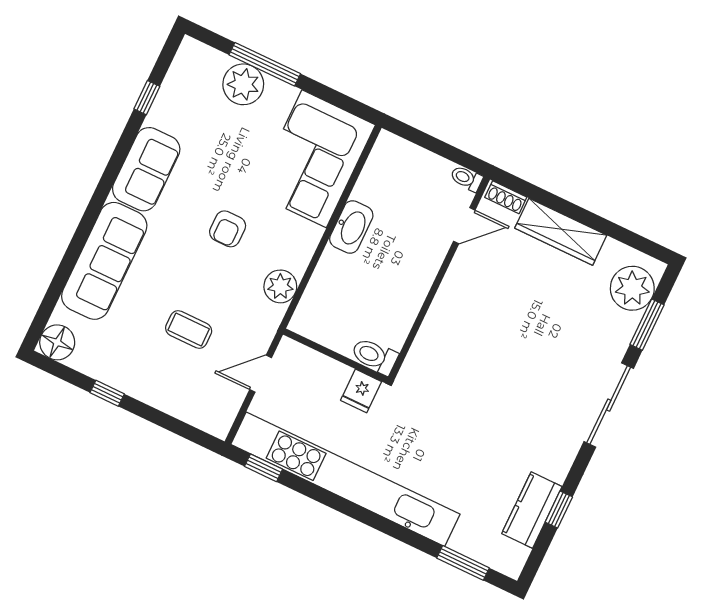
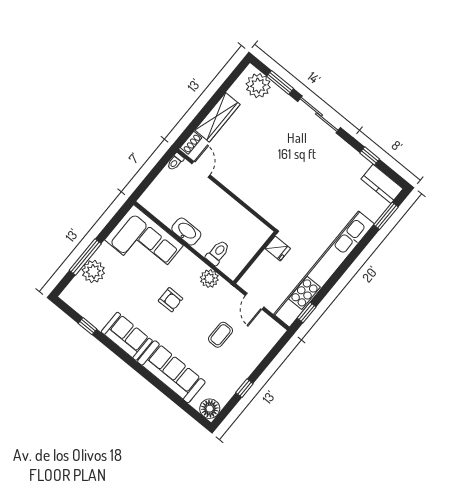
toilet: (374, 356) -> (218, 253), moved, turned 180
kitchen counter: (532, 510) -> (382, 184), moved

